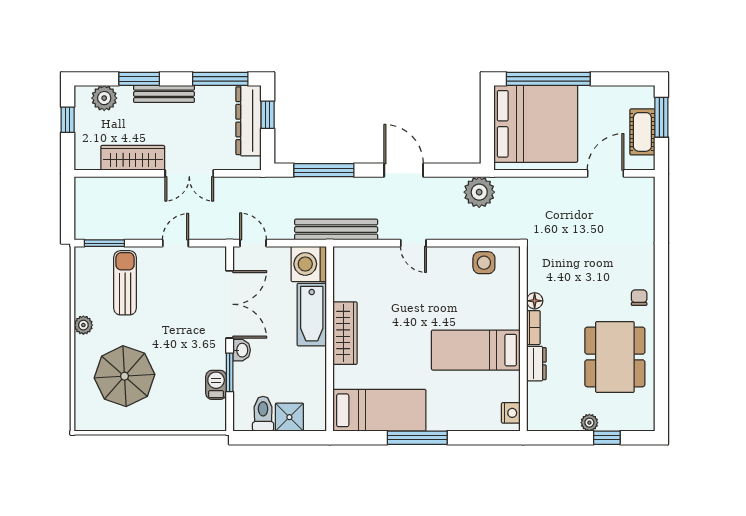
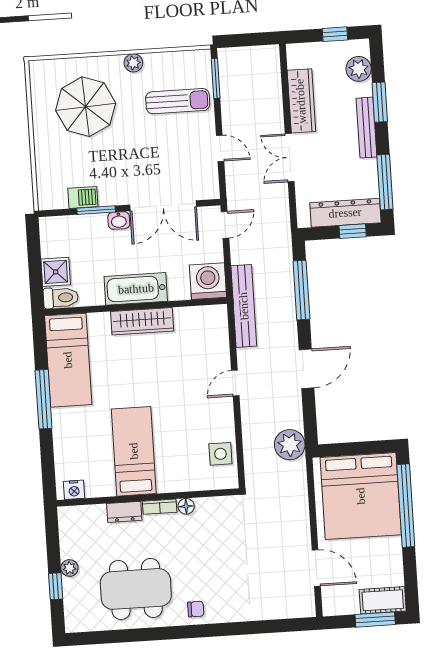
cot: (642, 132) -> (383, 600), moved
bathtub: (312, 315) -> (136, 289), moved
toilet: (263, 414) -> (61, 298), moved

